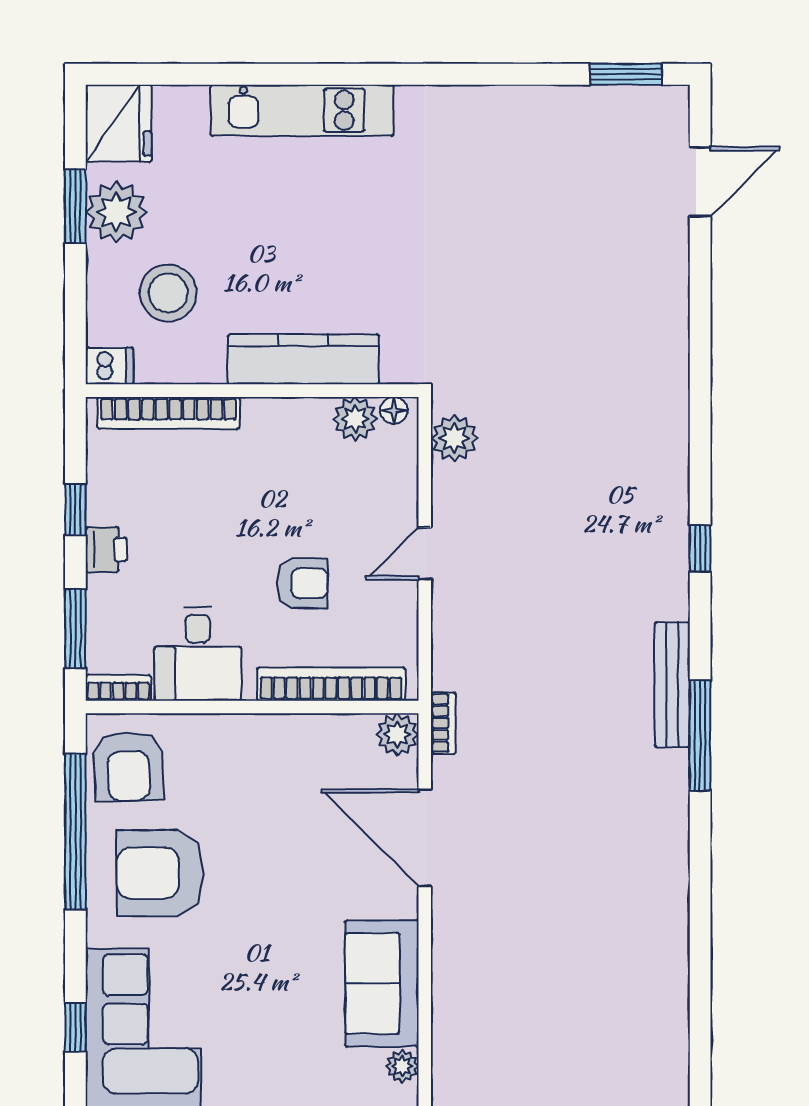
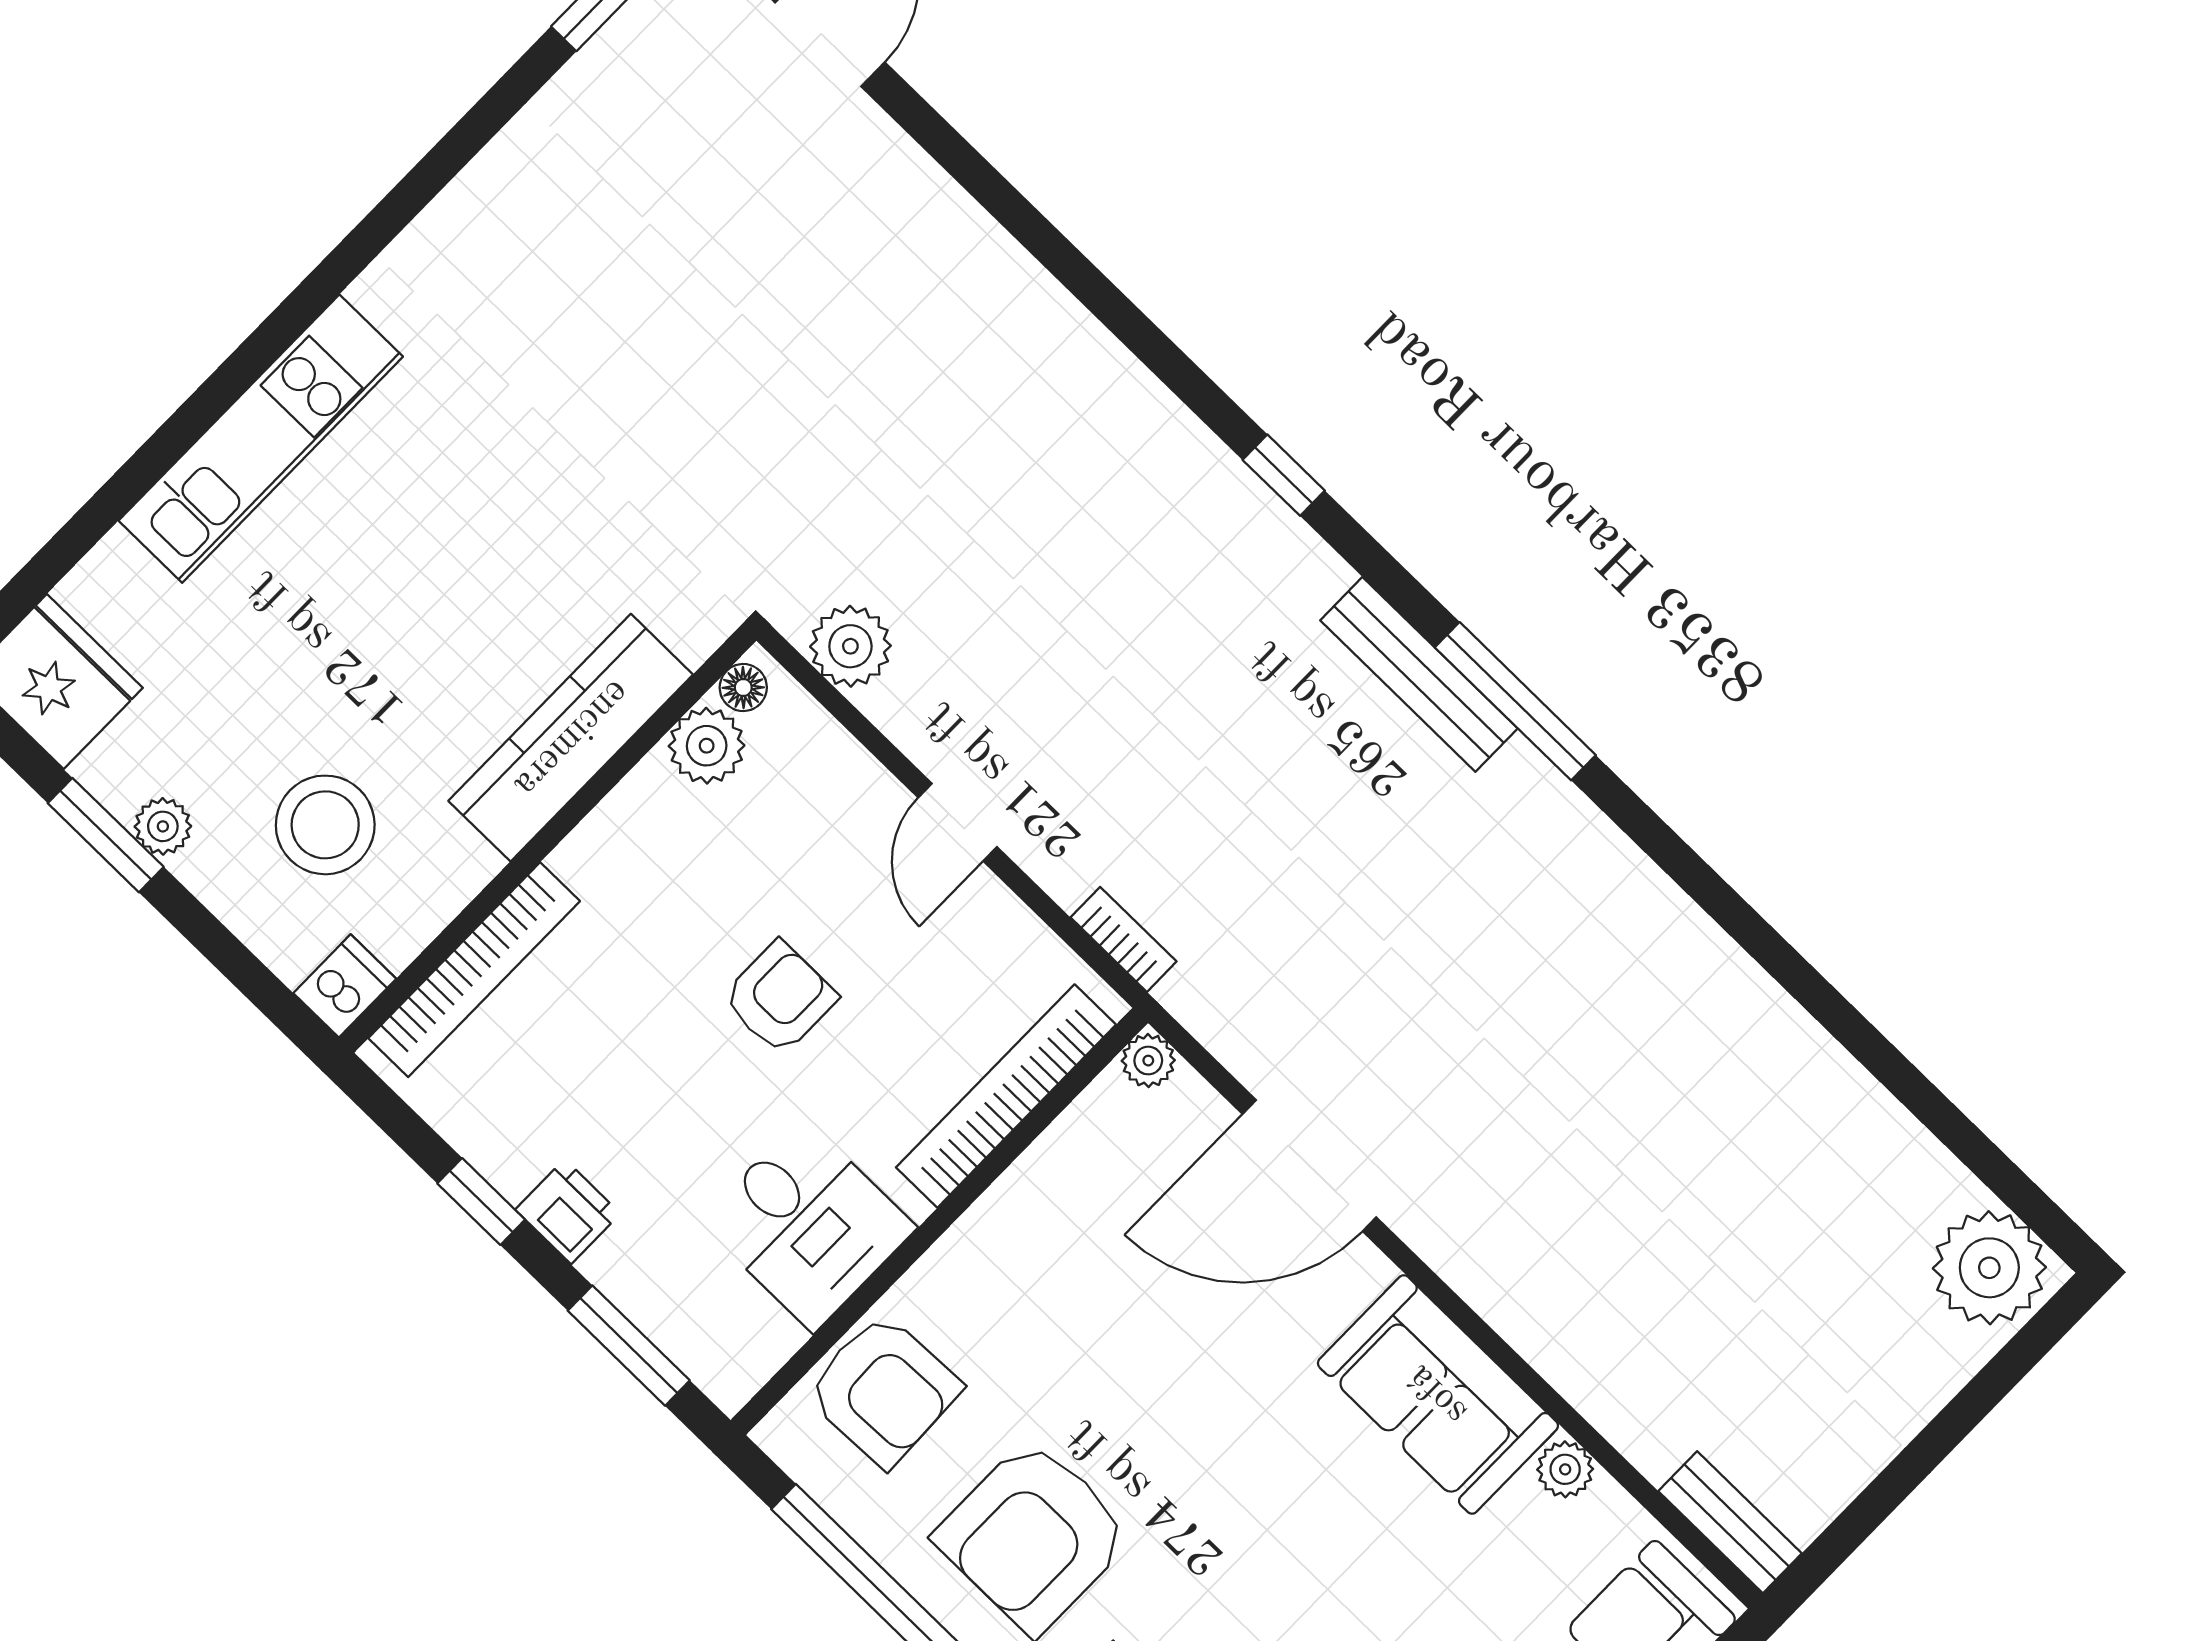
plant: (116, 212) -> (163, 826), width x0.53, depth x0.53
armchair: (302, 583) -> (780, 998), moved
bookcase: (118, 688) -> (754, 1364), removed
bookcase: (443, 723) -> (1123, 939), moved
plant: (397, 734) -> (1148, 1061), width x0.73, depth x0.73
armchair: (128, 766) -> (883, 1390), moved

